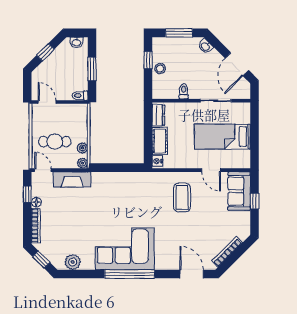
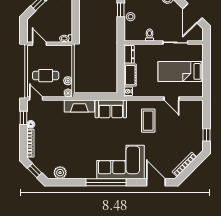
window: (92, 69) -> (76, 17), removed
fireplace: (72, 179) -> (79, 106), moved
sofa: (239, 191) -> (111, 109), moved, turned -90
window: (254, 201) -> (207, 135), moved
corner sofa: (125, 249) -> (121, 162), moved

